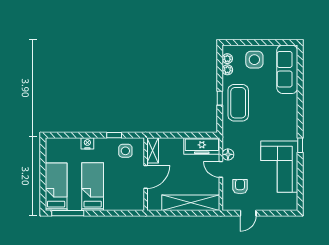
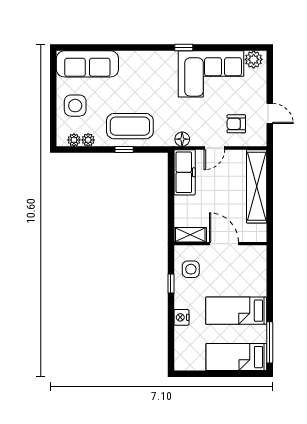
floor lamp: (228, 154) -> (182, 139), moved
plant: (291, 200) -> (254, 59), added

